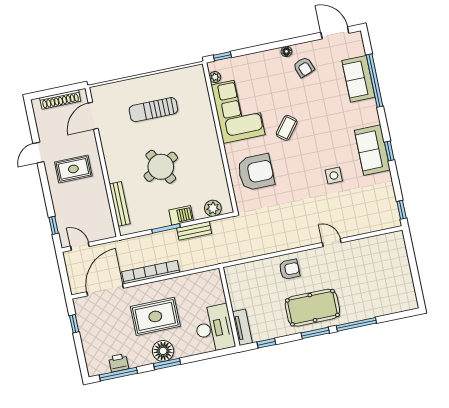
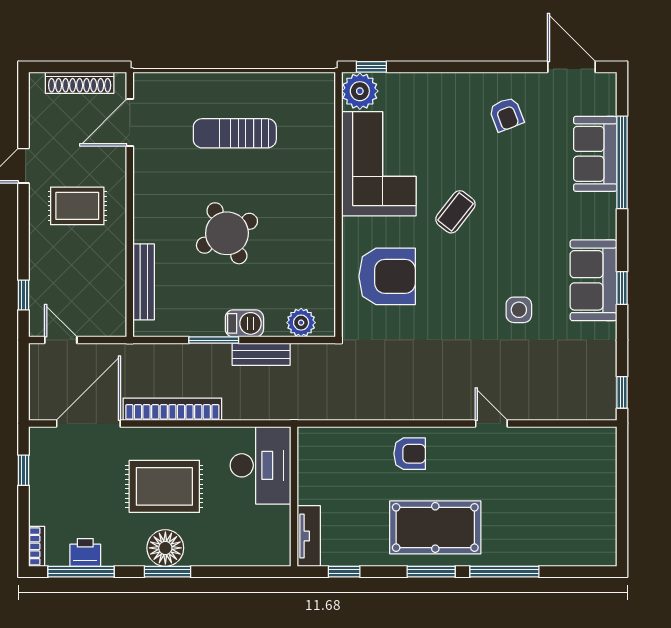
floor lamp: (286, 51) -> (482, 81), removed
plant: (215, 77) -> (360, 91), width x1.88, depth x1.88
desk: (214, 328) -> (261, 465), moved
bookcase: (91, 365) -> (37, 546), added

